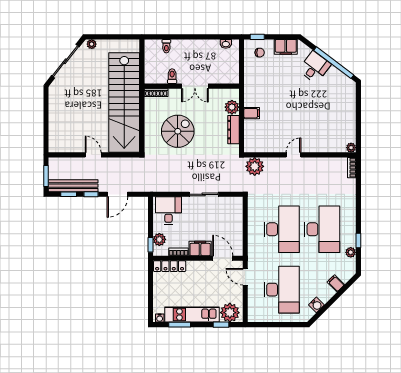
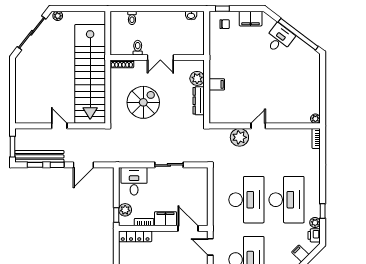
plant: (255, 166) -> (239, 137), moved
printer: (350, 265) -> (314, 235), added

